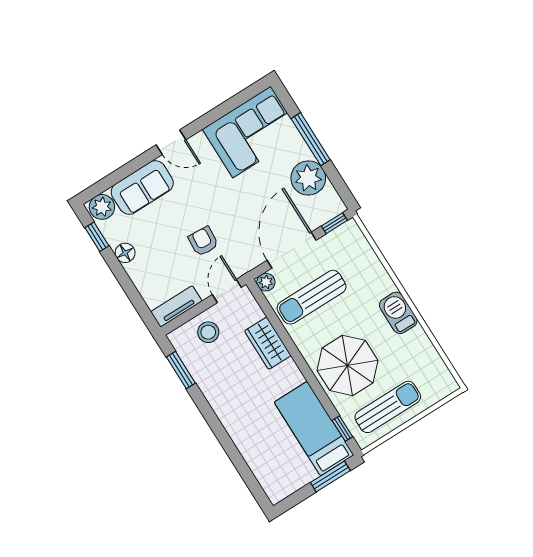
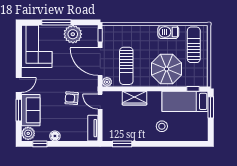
window: (130, 168) -> (19, 110), added
barbecue: (398, 313) -> (168, 32), moved
stool: (208, 332) -> (162, 126), moved
sun lounger: (388, 407) -> (194, 45), moved

